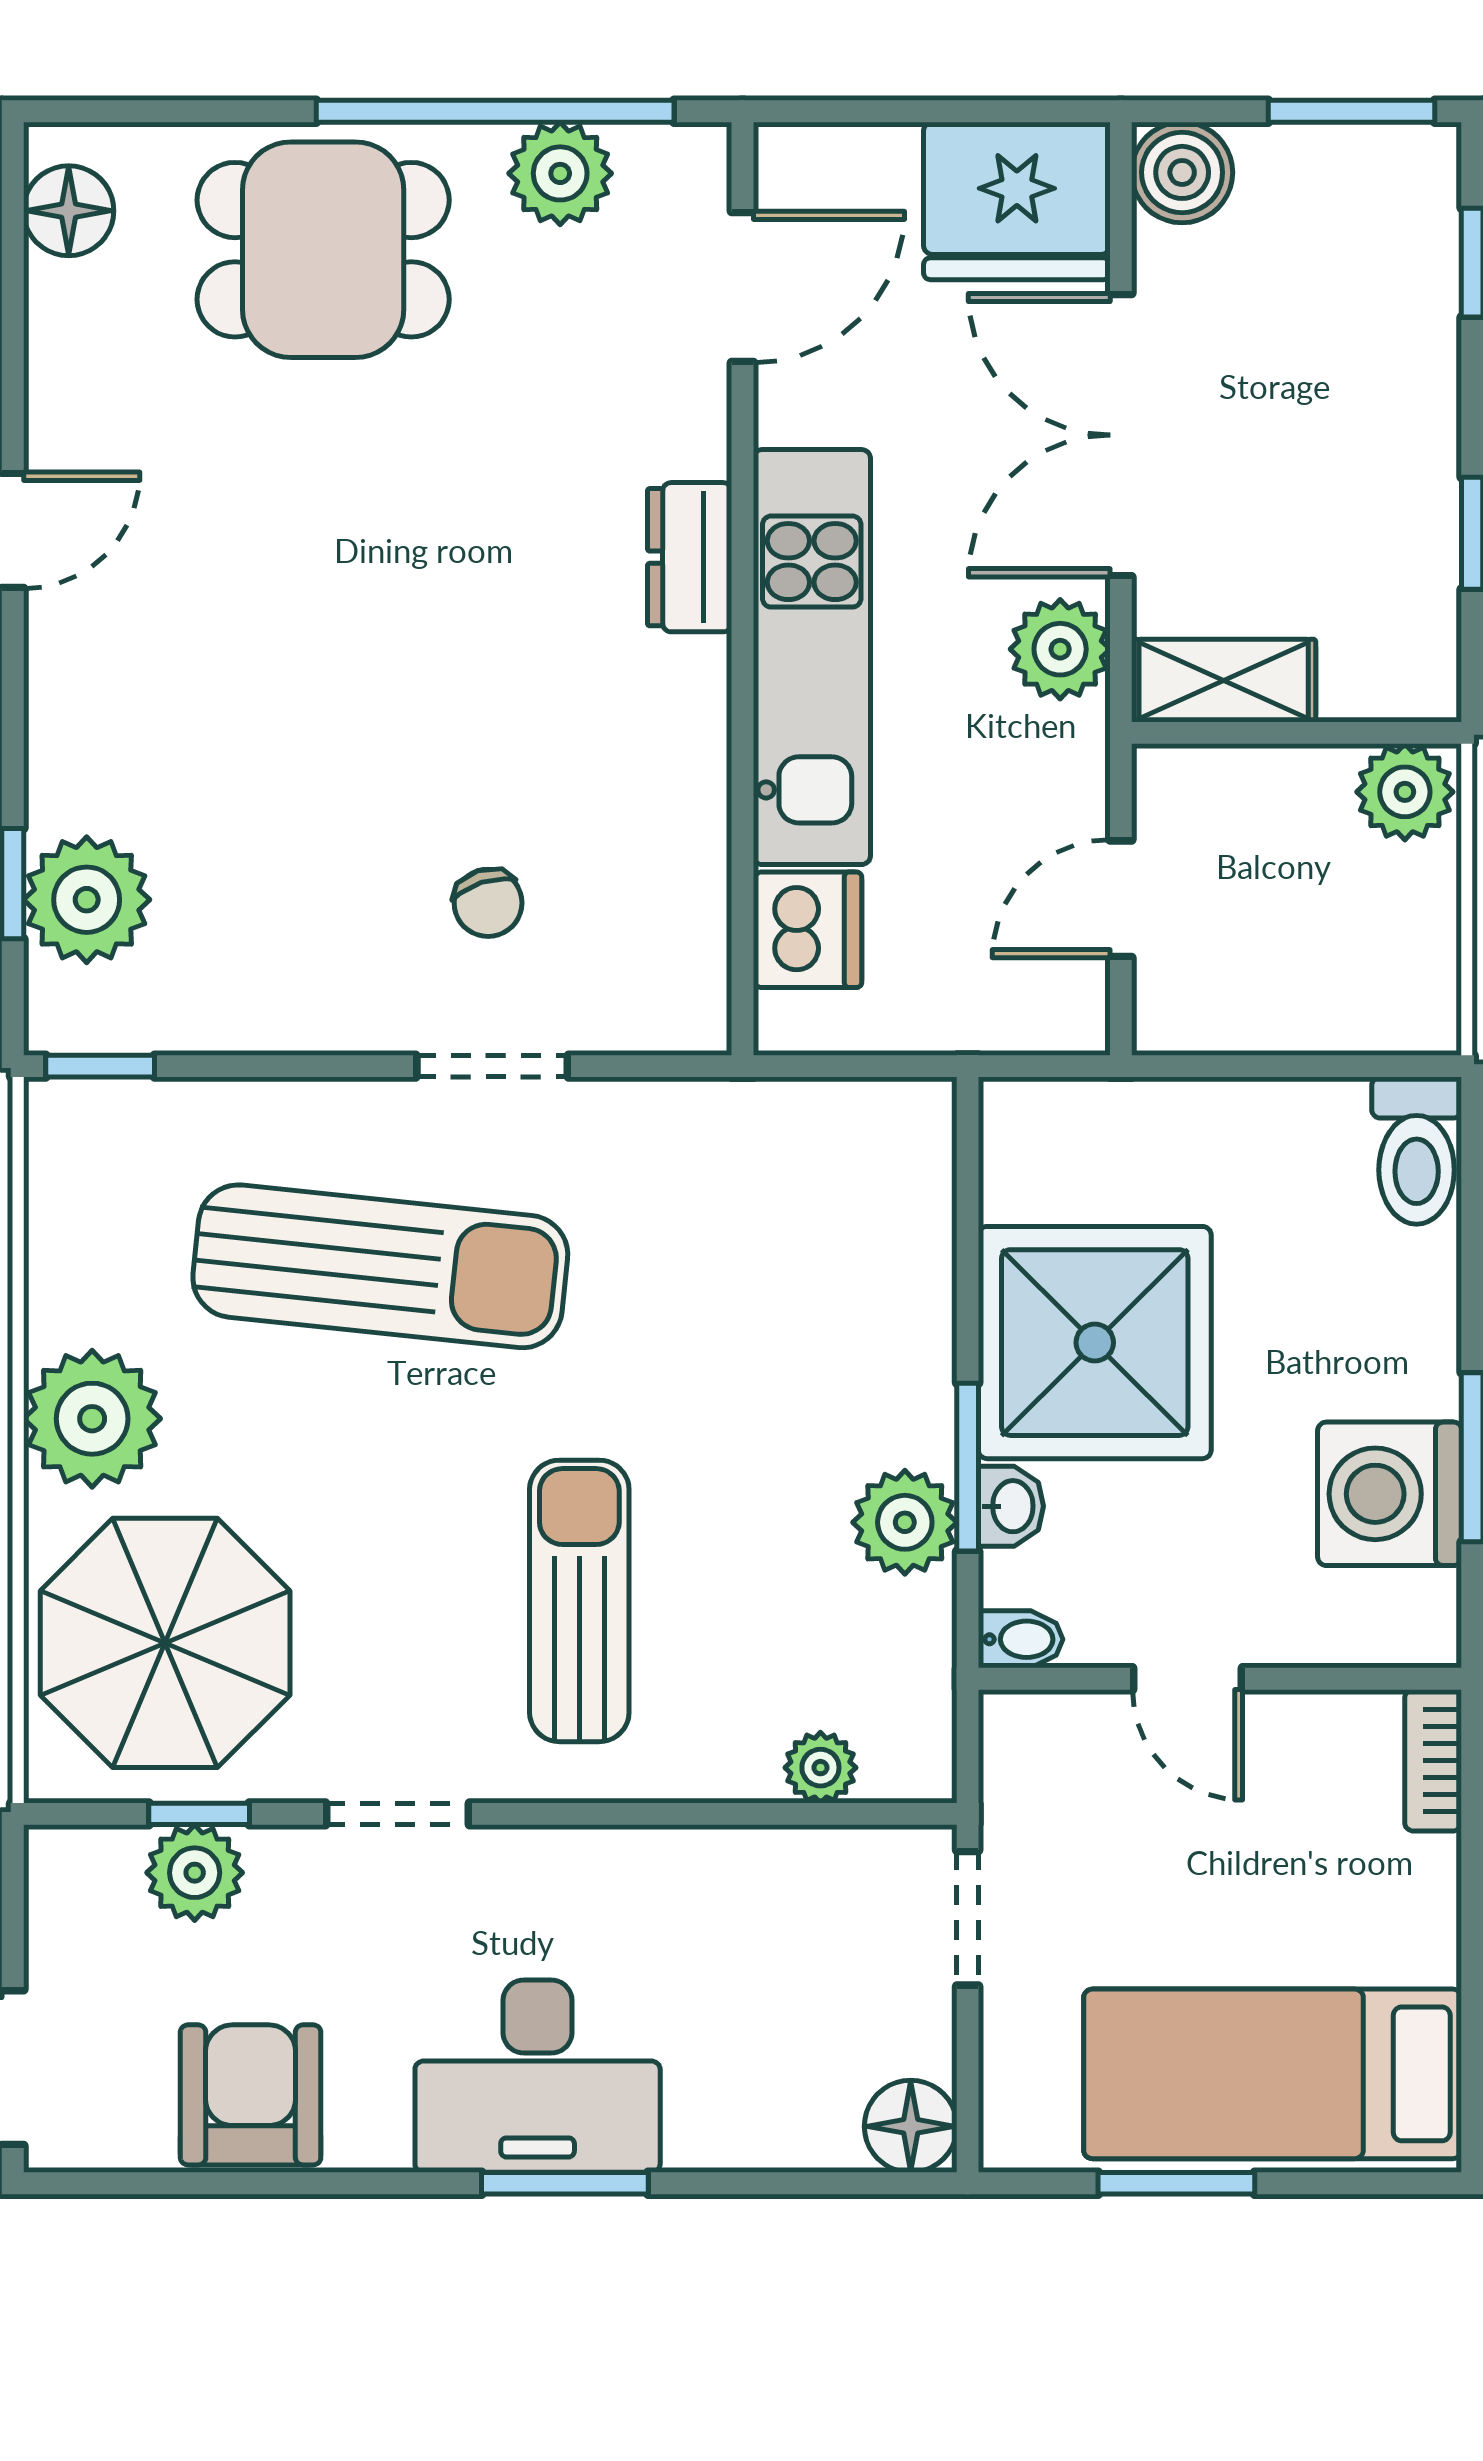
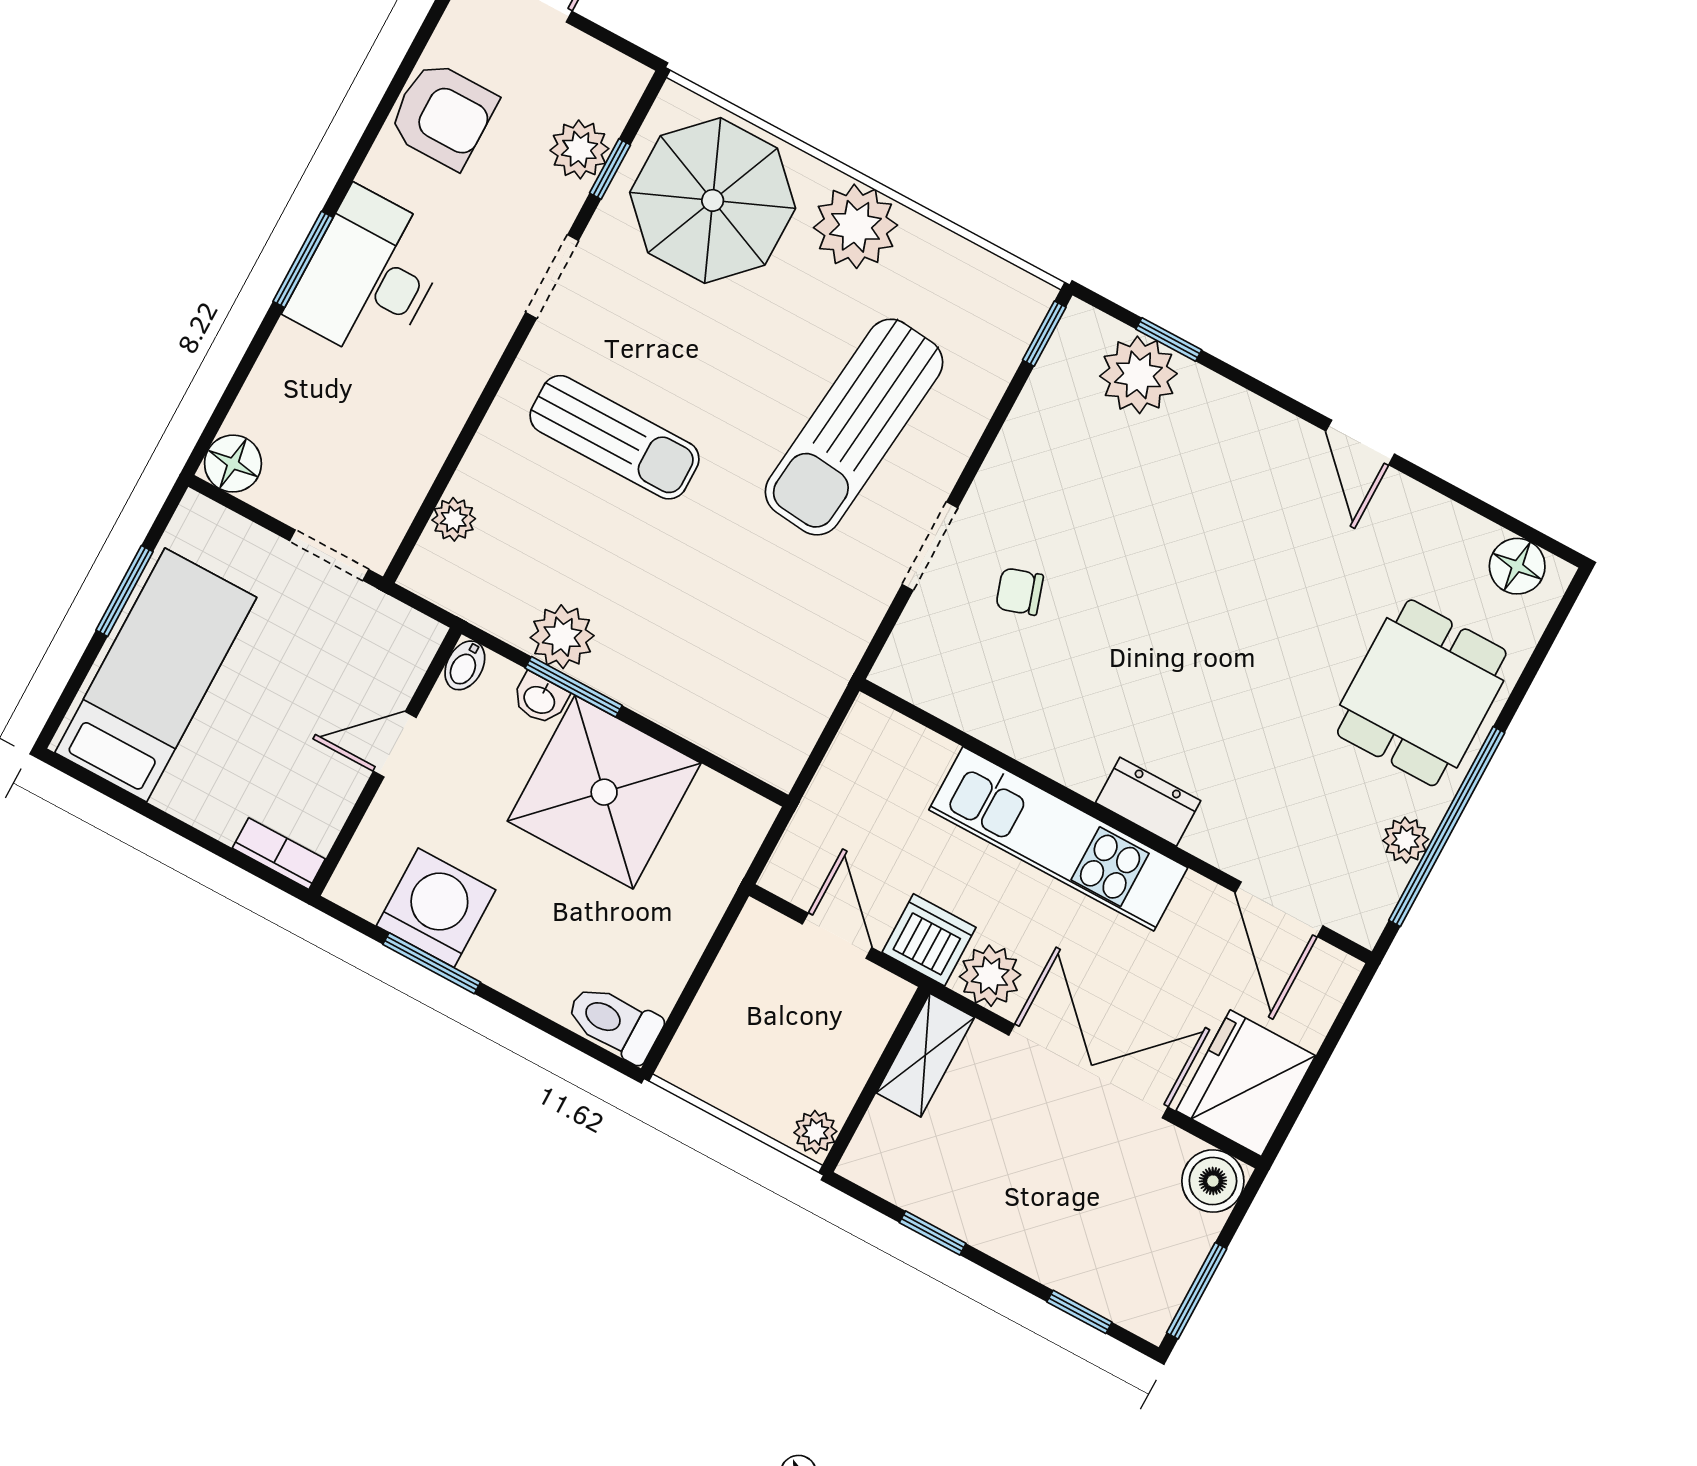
plant: (560, 173) -> (1406, 840), width x0.73, depth x0.73
plant: (1405, 792) -> (815, 1132), width x0.73, depth x0.73
dishwasher: (807, 930) -> (929, 940), moved, turned 180

